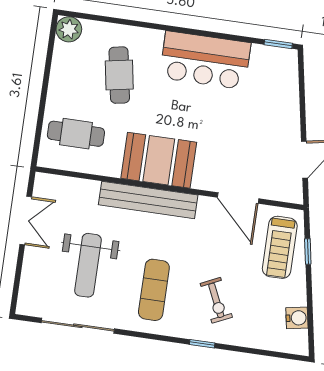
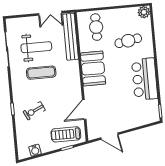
bench: (148, 200) -> (71, 37), moved
weight bench: (88, 265) -> (36, 47), turned 180
exercise mat: (154, 290) -> (41, 73), moved

